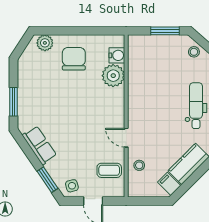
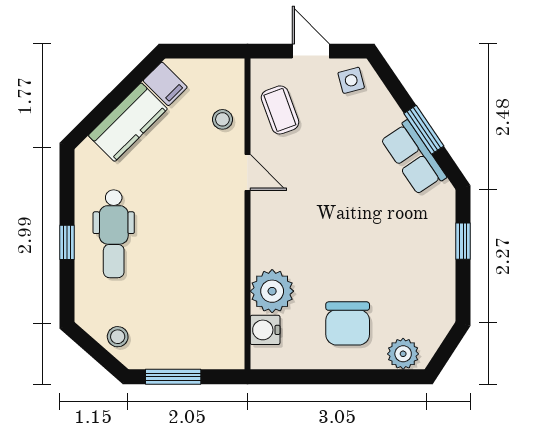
window: (13, 102) -> (463, 241), width x0.67
coffee table: (109, 170) -> (280, 110), turned 70
window: (47, 180) -> (424, 130), moved

